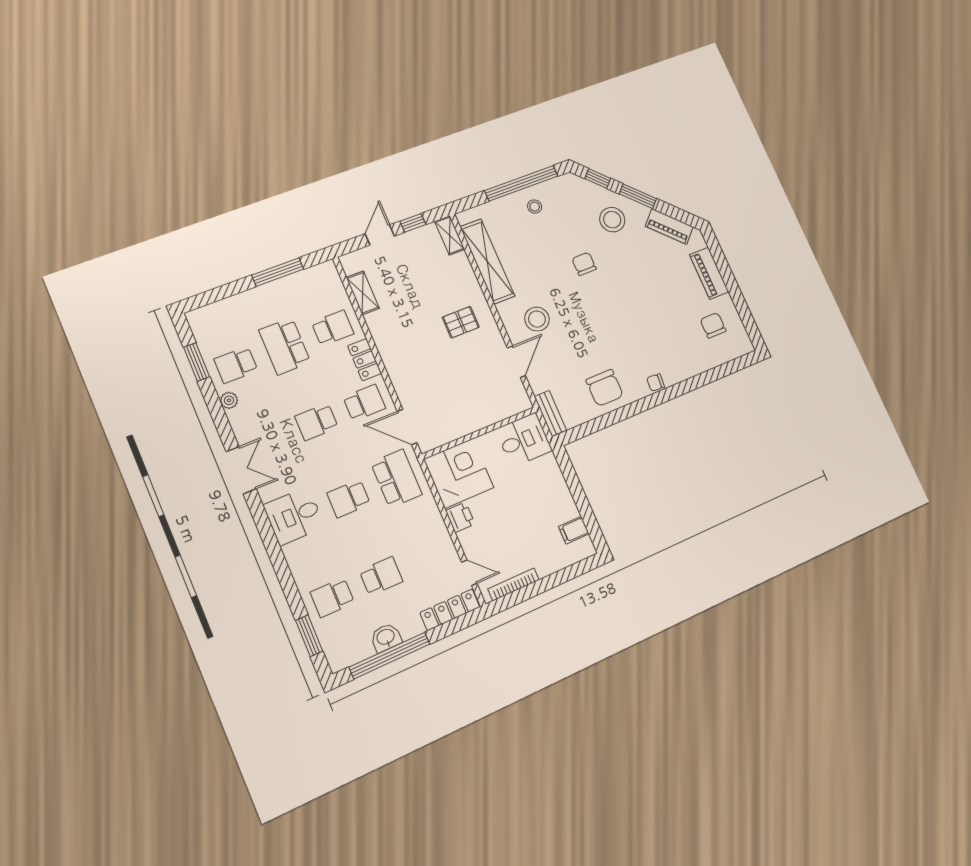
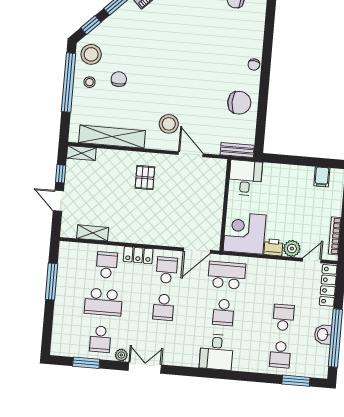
stool: (612, 220) -> (91, 54), moved
chair: (584, 264) -> (119, 79), moved, turned 90
double door: (241, 470) -> (145, 368), moved
plant: (471, 541) -> (292, 249), added

